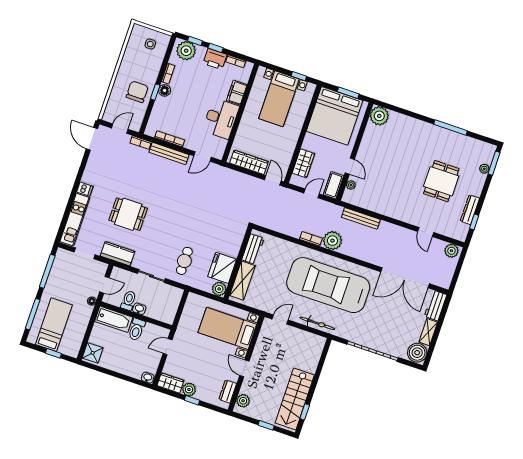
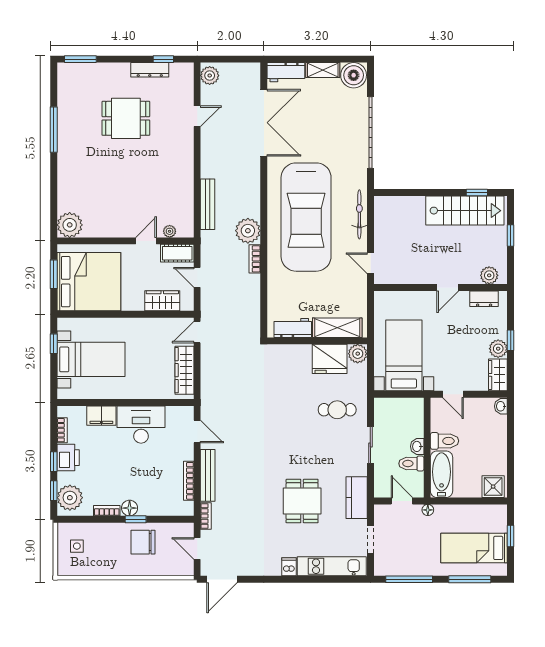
plant: (484, 169) -> (92, 69), removed
bed with nightstands: (227, 328) -> (404, 355), moved, turned 180

